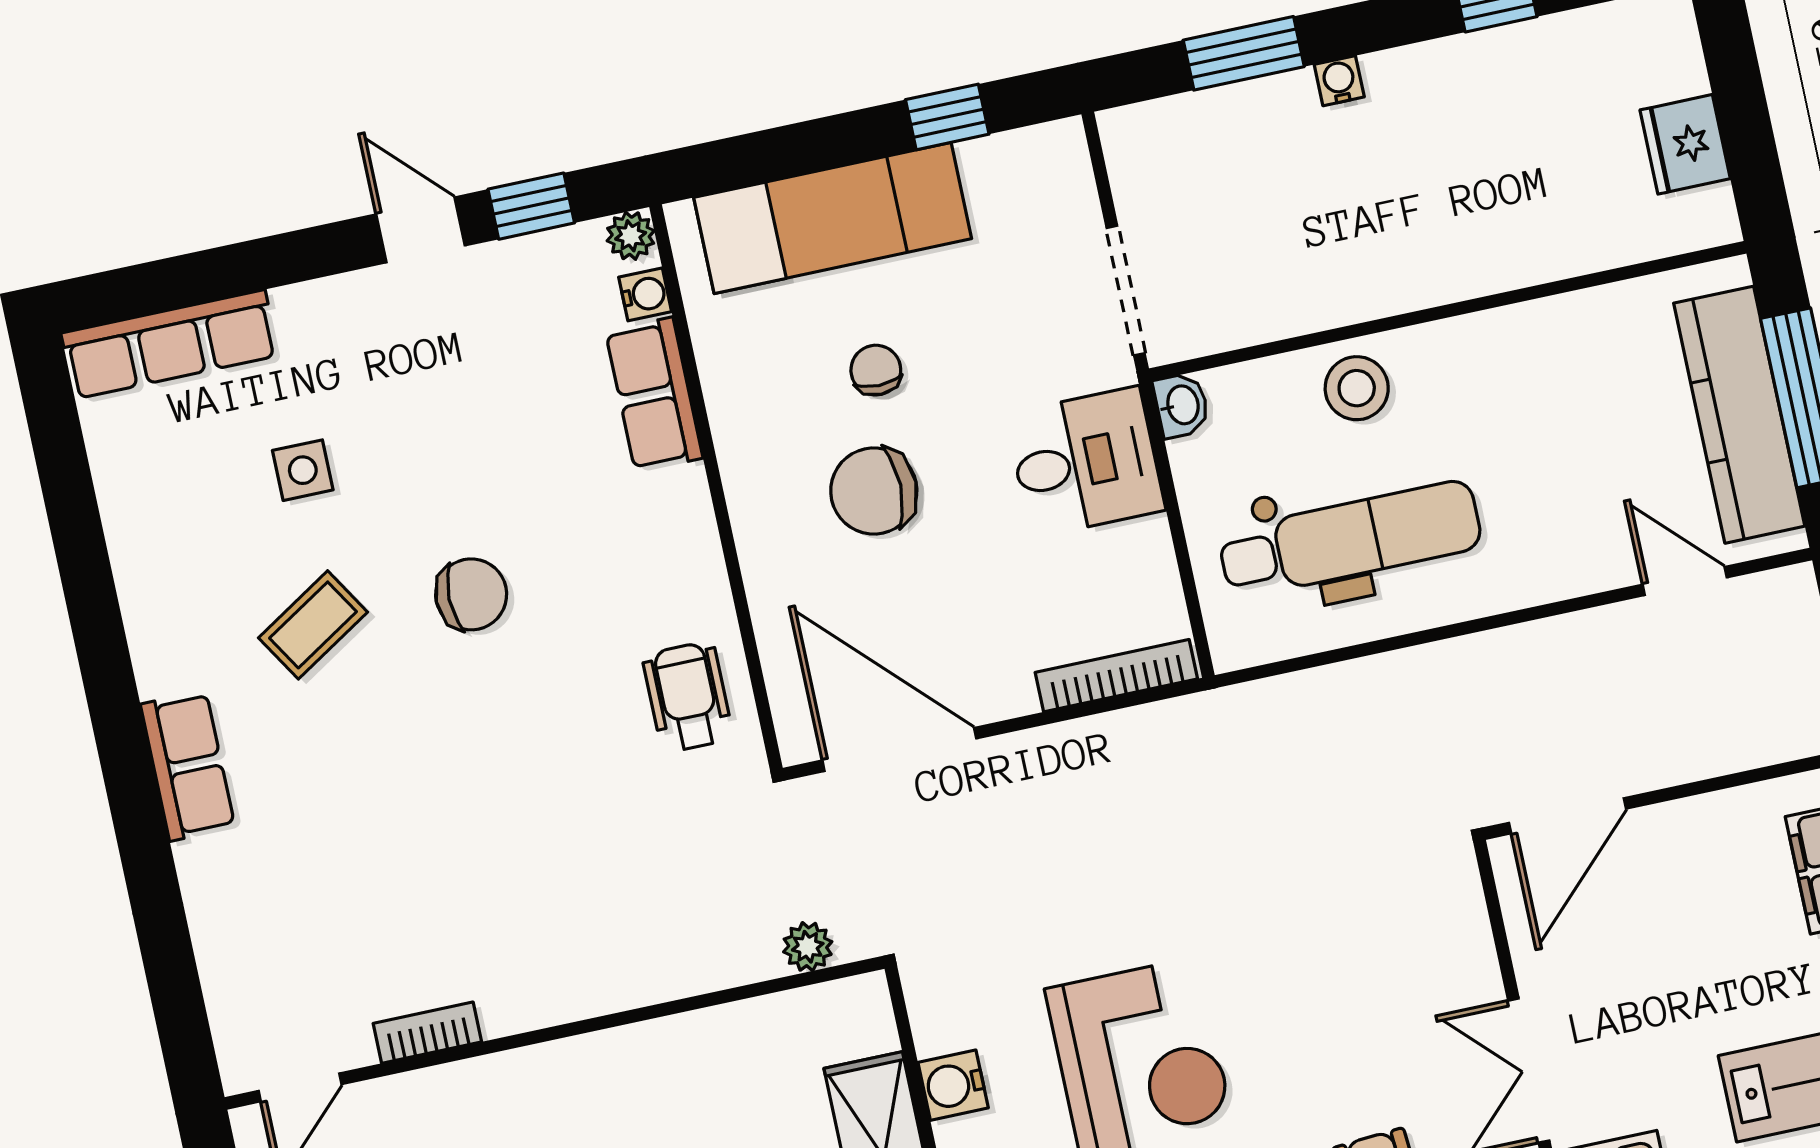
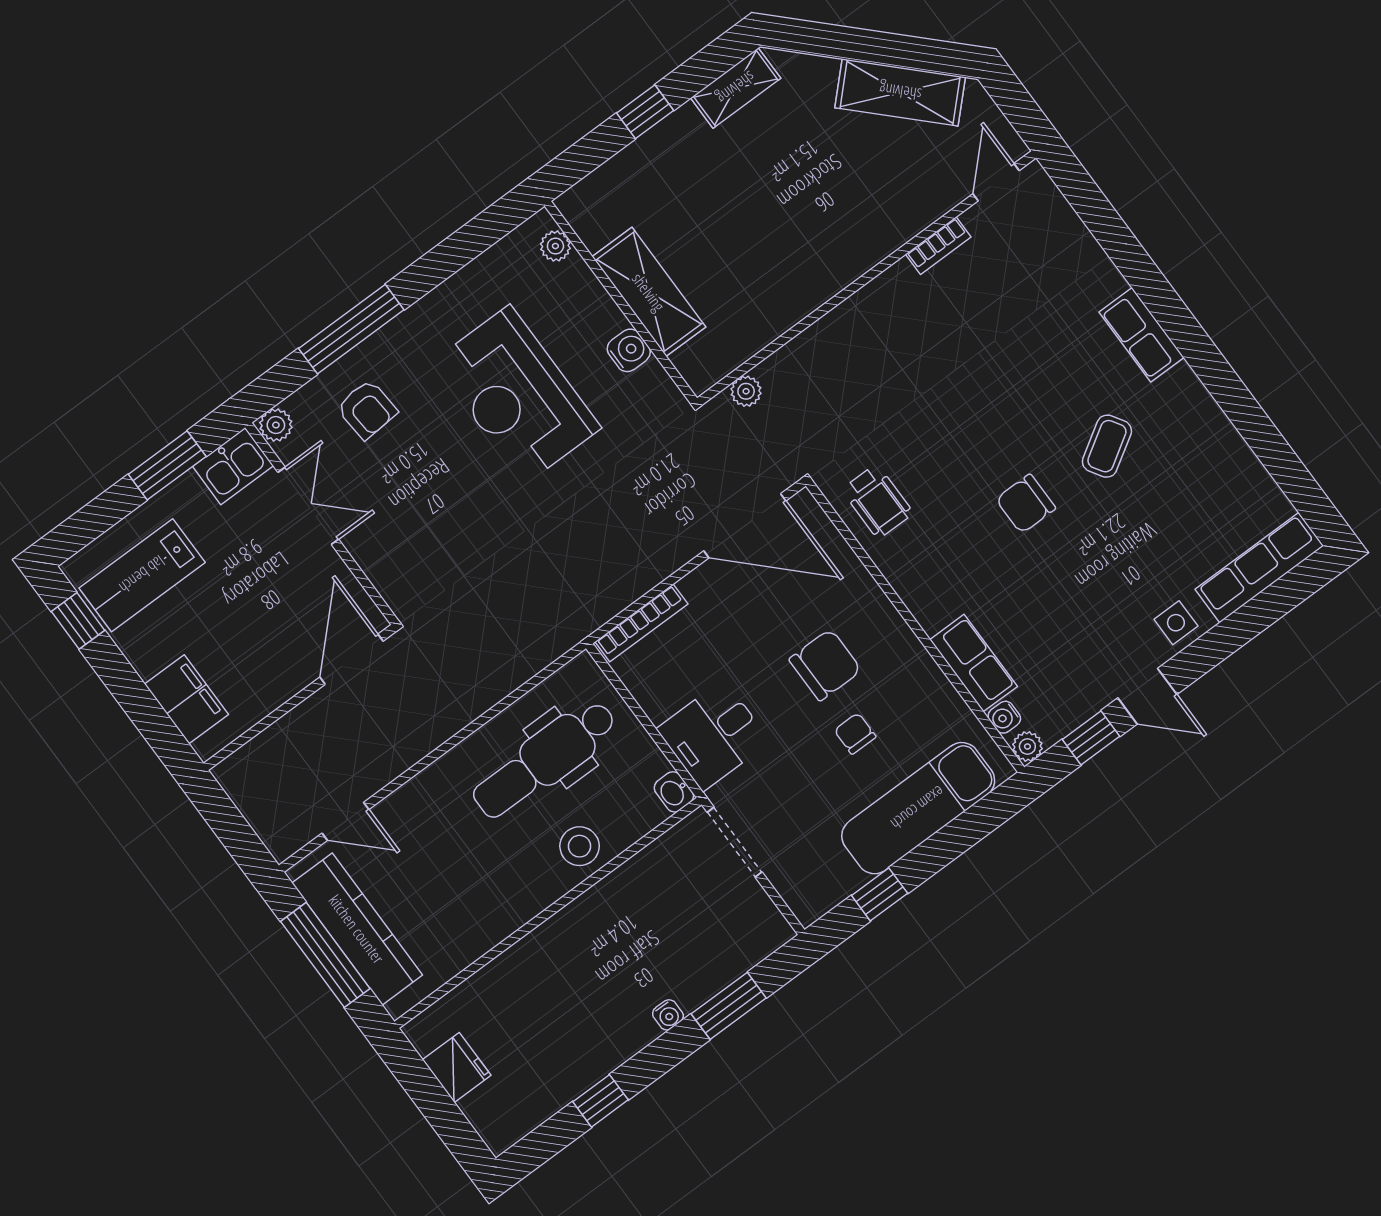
chair: (876, 370) -> (855, 733), turned 180
side table: (303, 470) -> (1176, 623), moved

